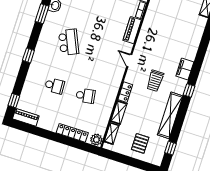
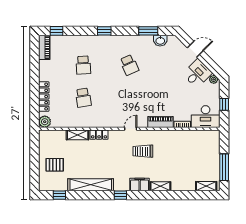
school desk: (69, 42) -> (129, 65), width x0.54
trolley: (155, 81) -> (143, 151), moved
shelving: (112, 133) -> (160, 186), moved

